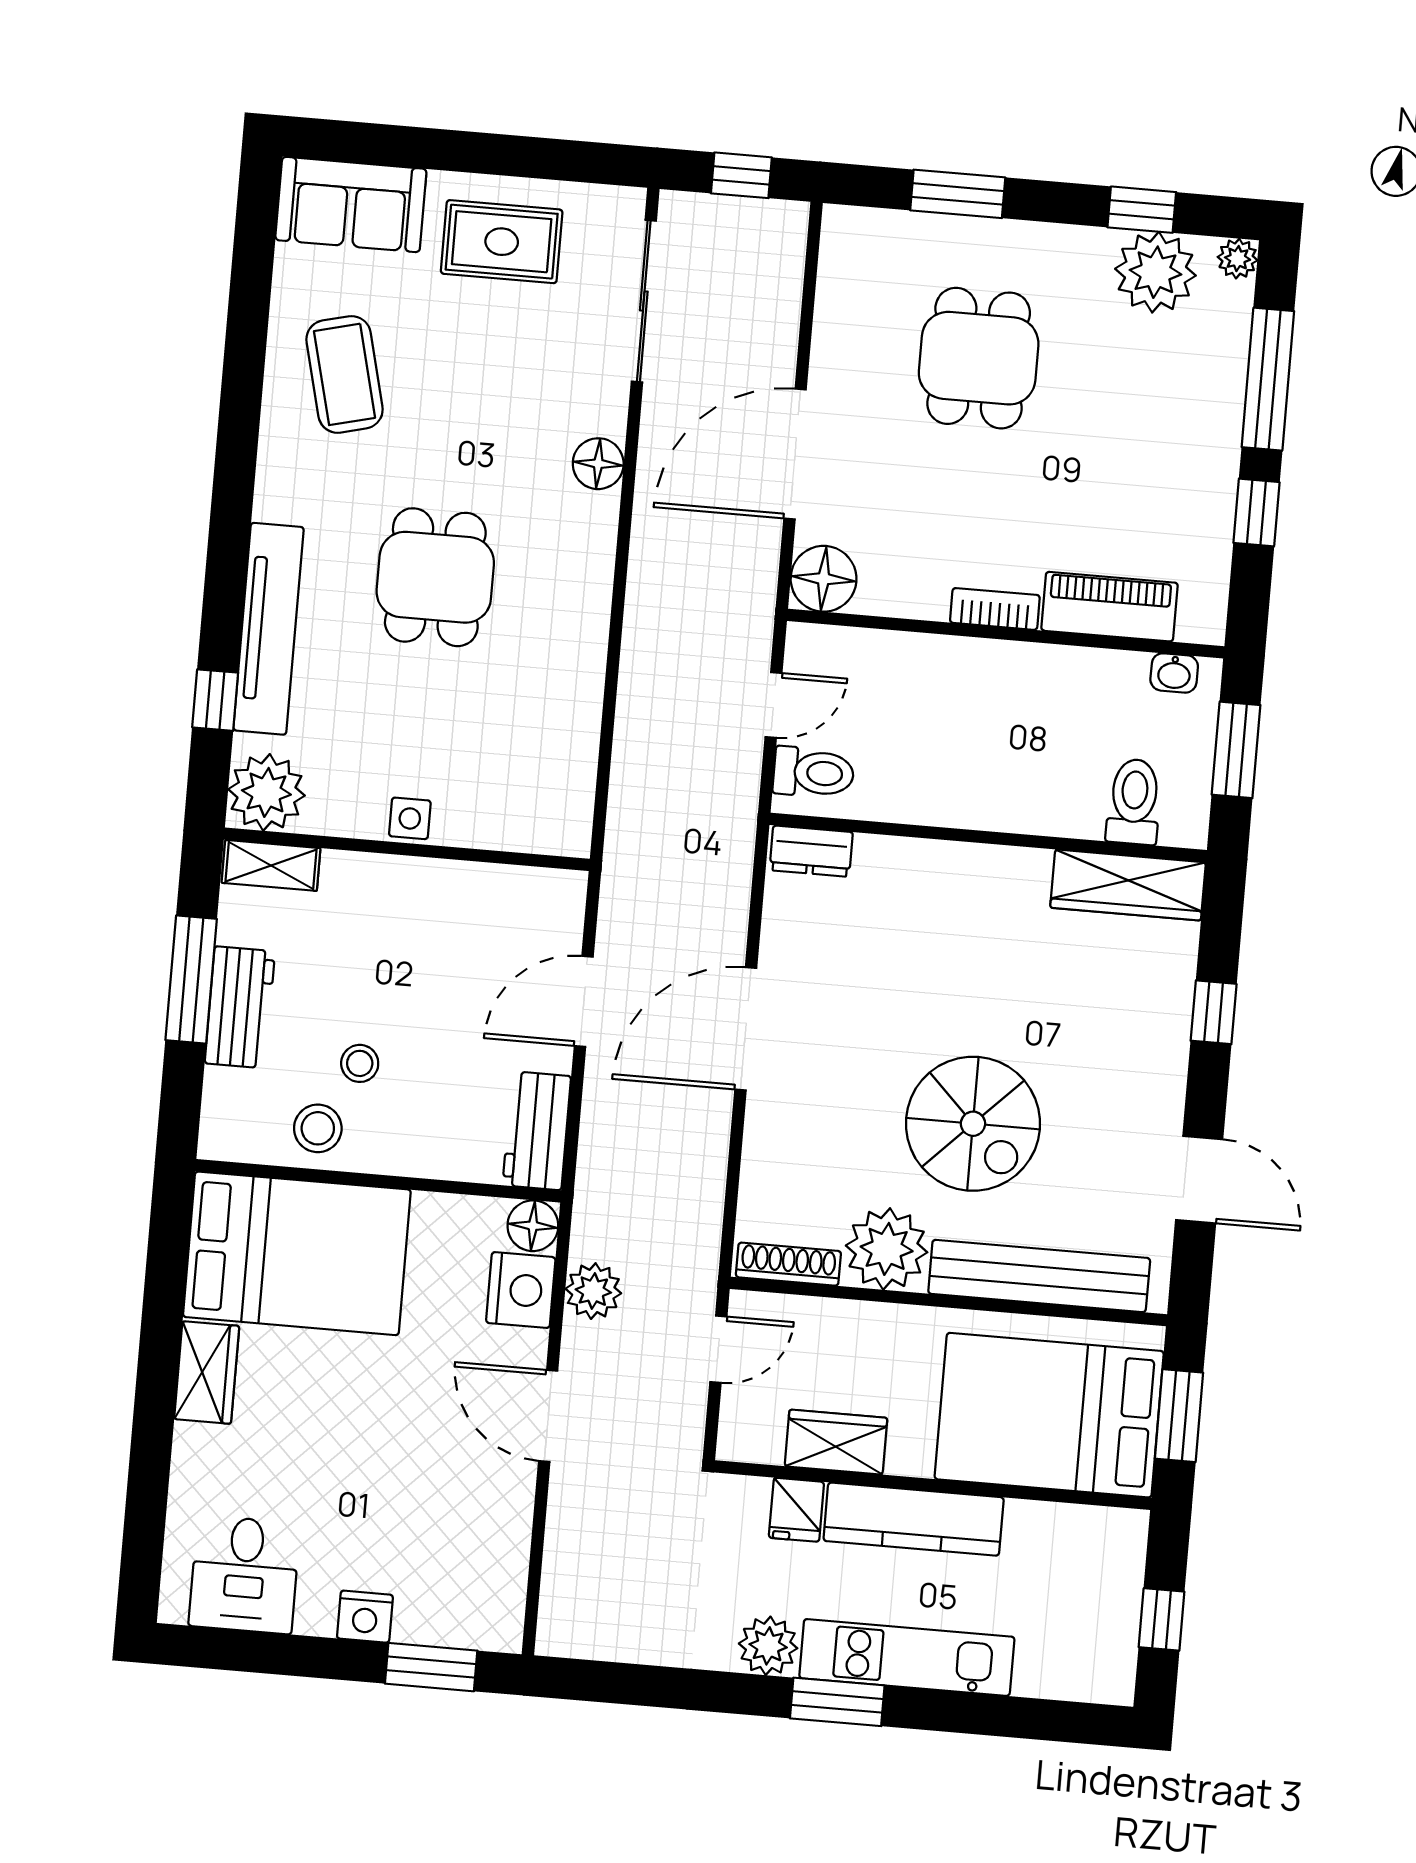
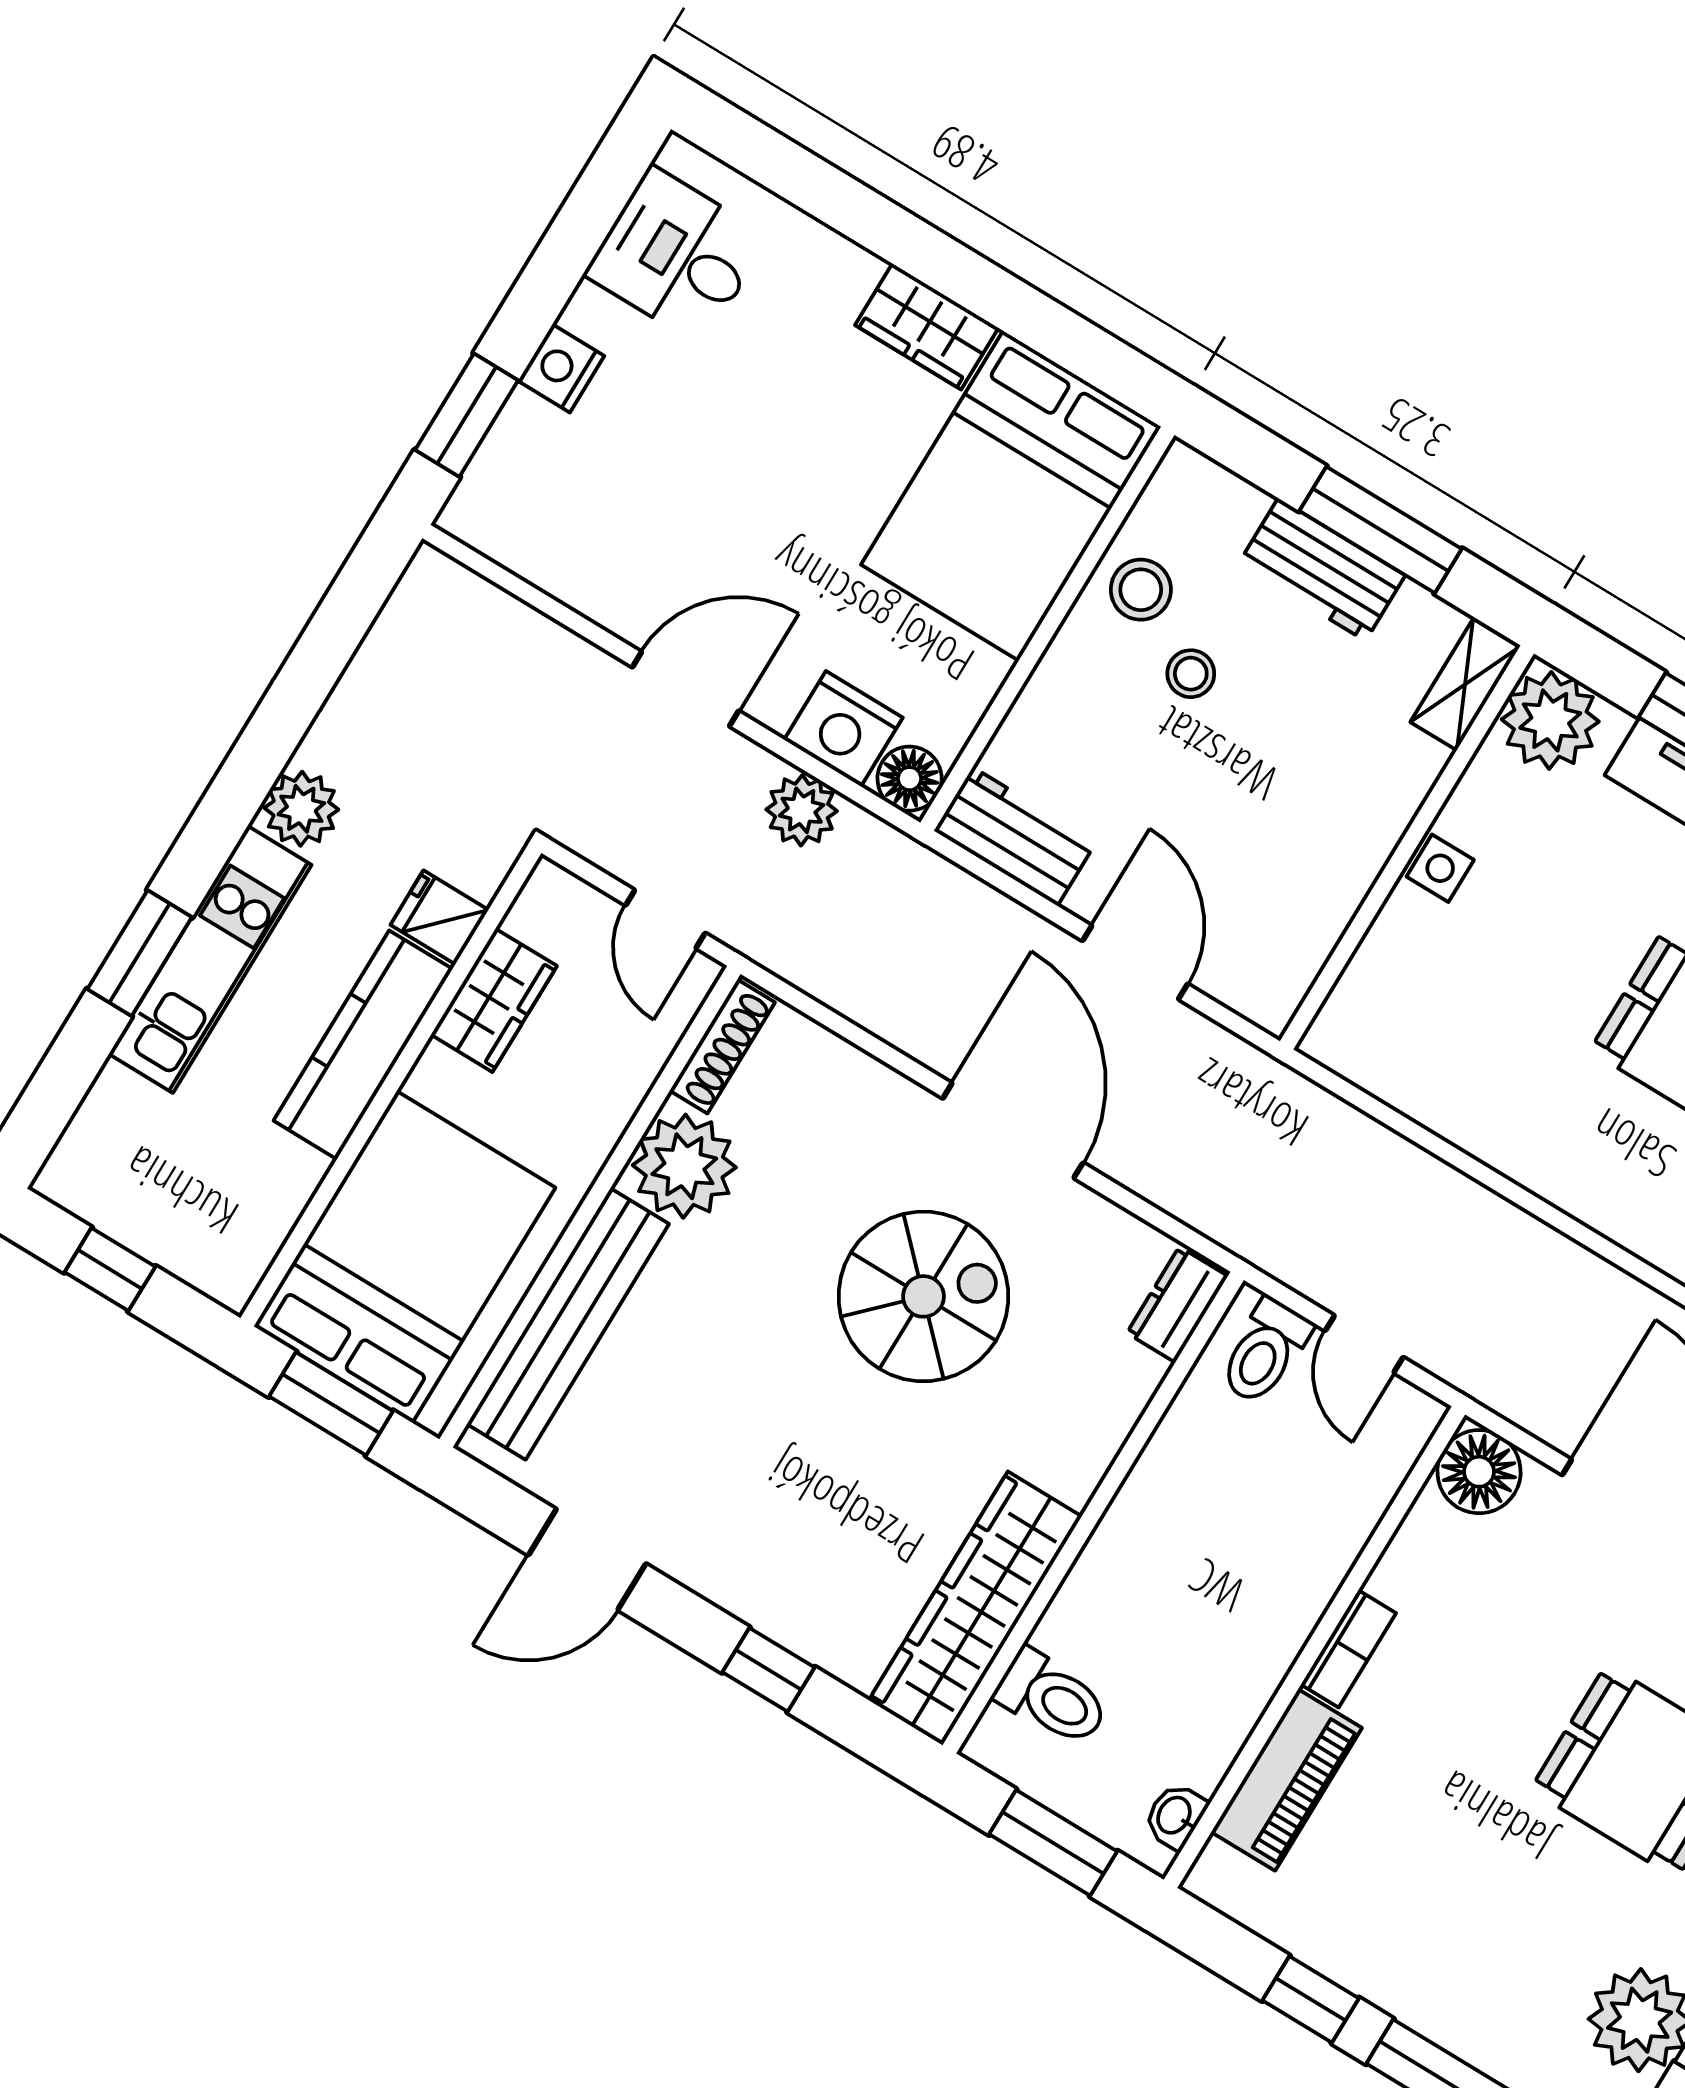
wardrobe: (1128, 885) -> (975, 1608), width x1.40, depth x1.17
spiral stairs: (973, 1124) -> (923, 1296), moved, turned 180
window: (837, 1702) -> (140, 953), moved

